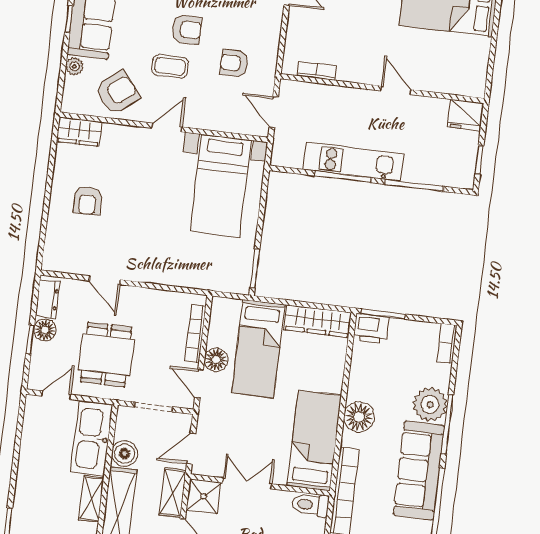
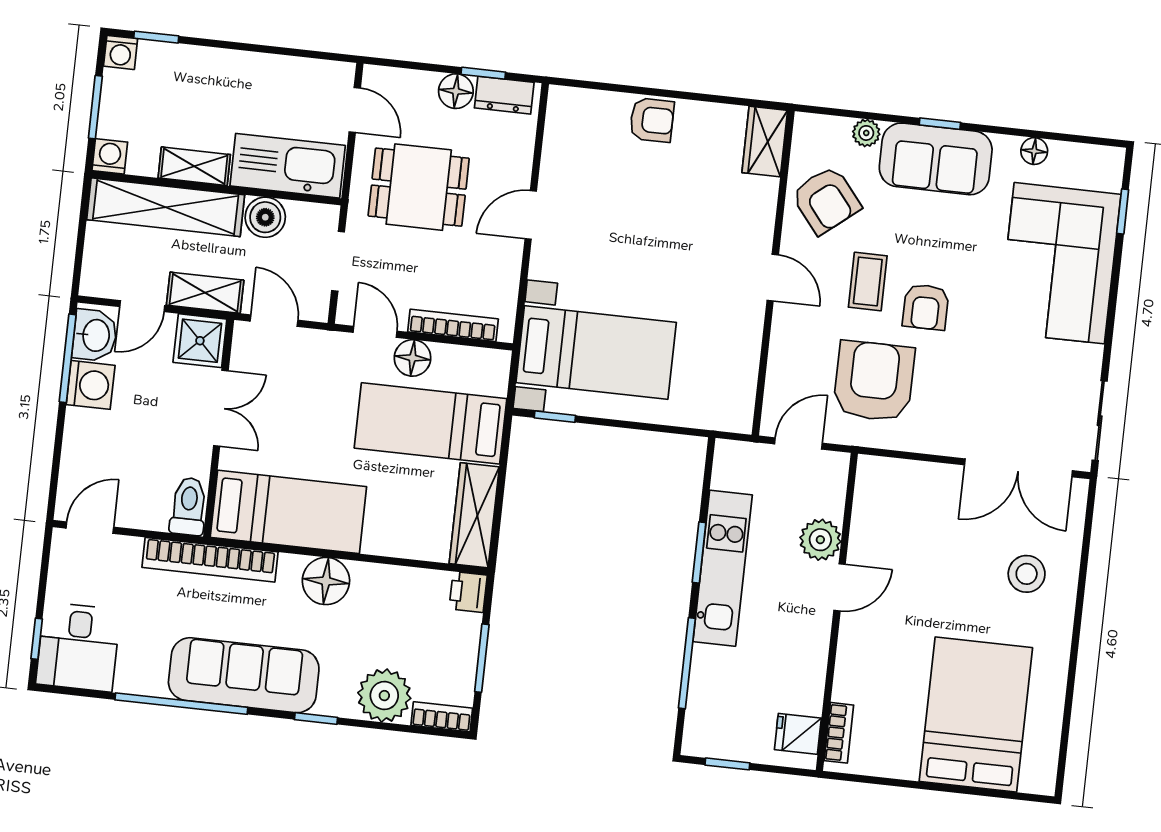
armchair: (234, 63) -> (874, 381), width x1.88, depth x1.88
bookcase: (317, 71) -> (839, 733), moved
door: (396, 90) -> (840, 587), moved
plant: (336, 99) -> (820, 540), added
fridge: (465, 115) -> (798, 734), width x0.72
window: (343, 177) -> (699, 553), width x0.69
bed with nightstands: (221, 186) -> (596, 353), moved, turned 180
armchair: (88, 201) -> (652, 120), moved, turned 180
window: (255, 269) -> (555, 417), width x0.67
door: (105, 280) -> (531, 215), moved
window: (383, 314) -> (482, 658), moved
printer: (371, 329) -> (468, 592), width x0.73, depth x0.81
window: (30, 339) -> (483, 73), moved
door: (199, 384) -> (375, 332), hinge flipped
plant: (430, 405) -> (384, 696), moved
window: (447, 424) -> (316, 718), width x0.46

